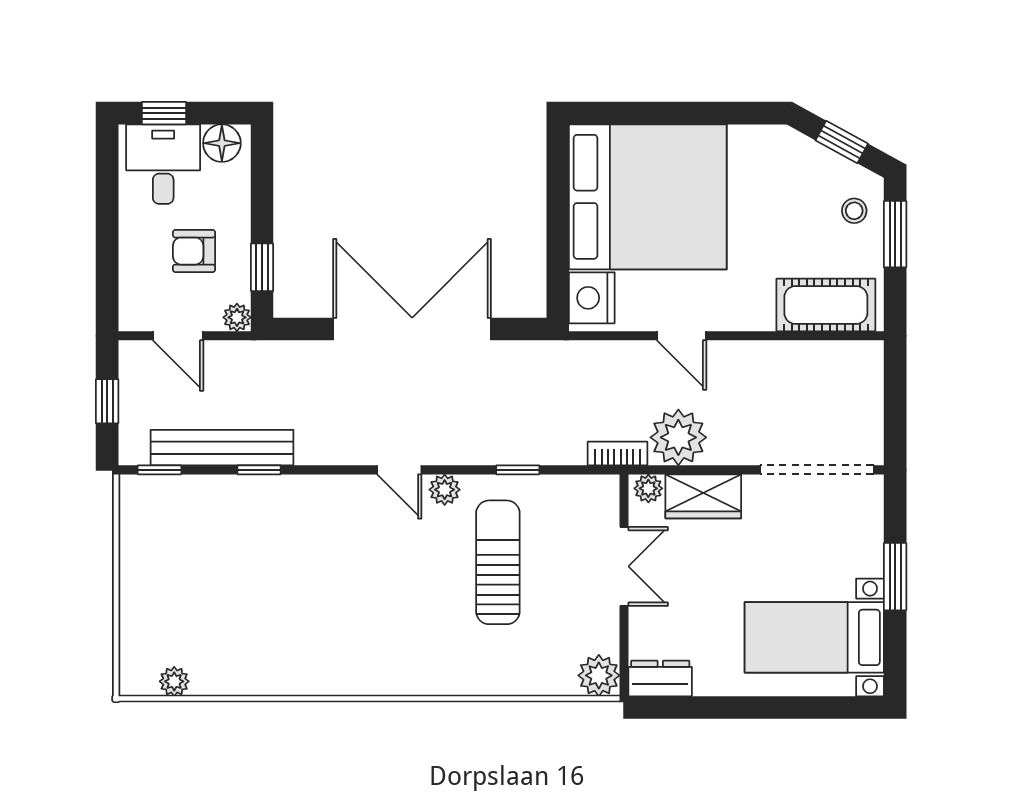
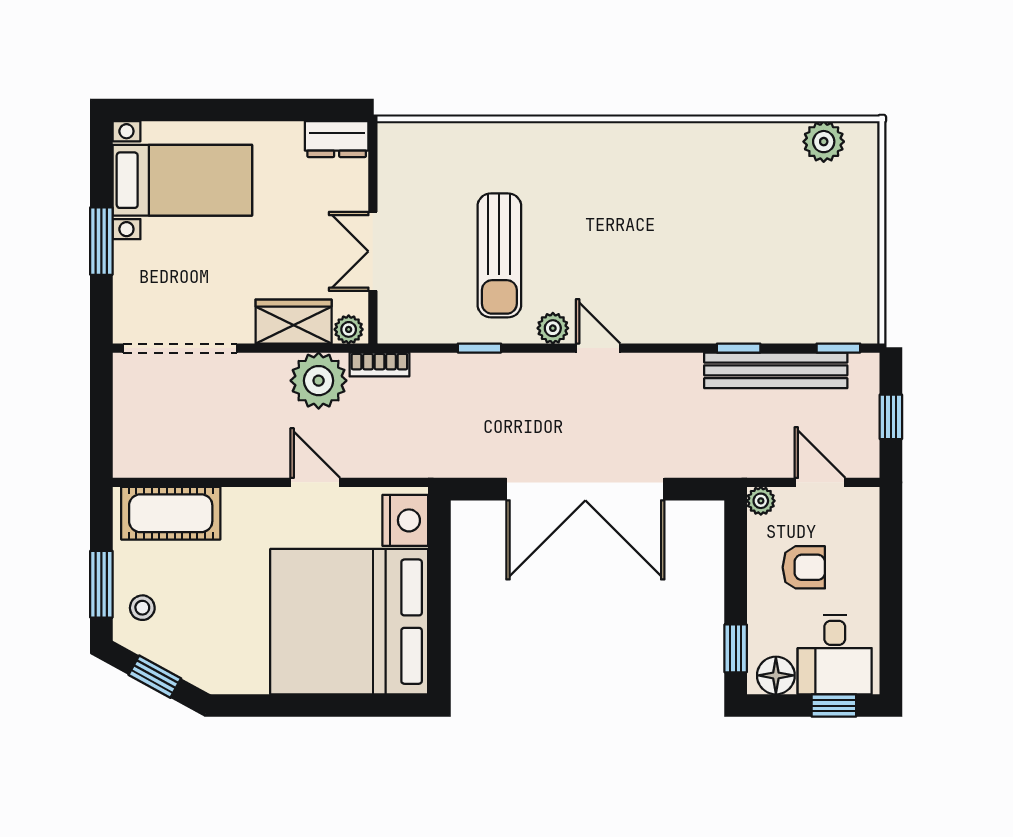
window: (262, 267) -> (736, 648), moved
plant: (599, 675) -> (398, 142), removed
plant: (174, 681) -> (824, 142), width x1.38, depth x1.38

